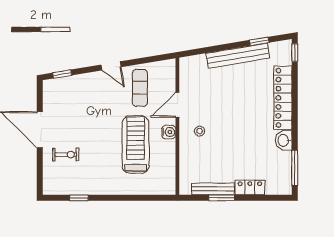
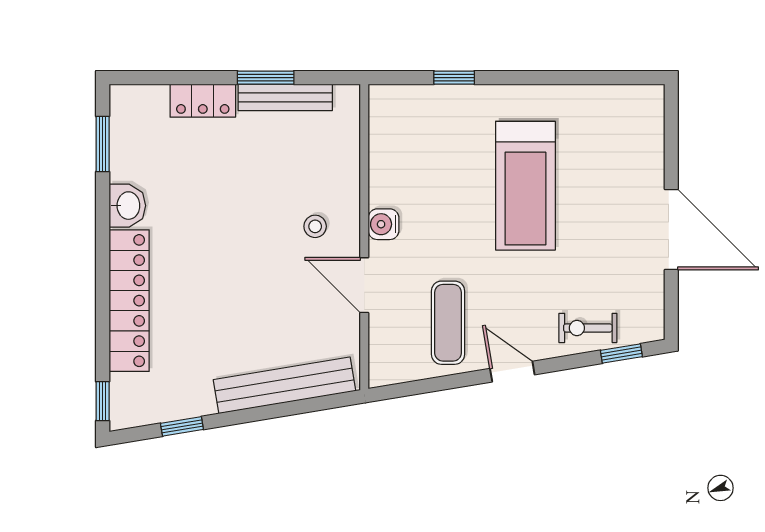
bench: (238, 56) -> (284, 385), moved
door: (177, 105) -> (364, 285), swing flipped
treadmill: (136, 145) -> (525, 186), moved
exercise bike: (66, 155) -> (588, 328), moved
window: (295, 168) -> (103, 144), width x0.69
window: (79, 198) -> (454, 78), moved

